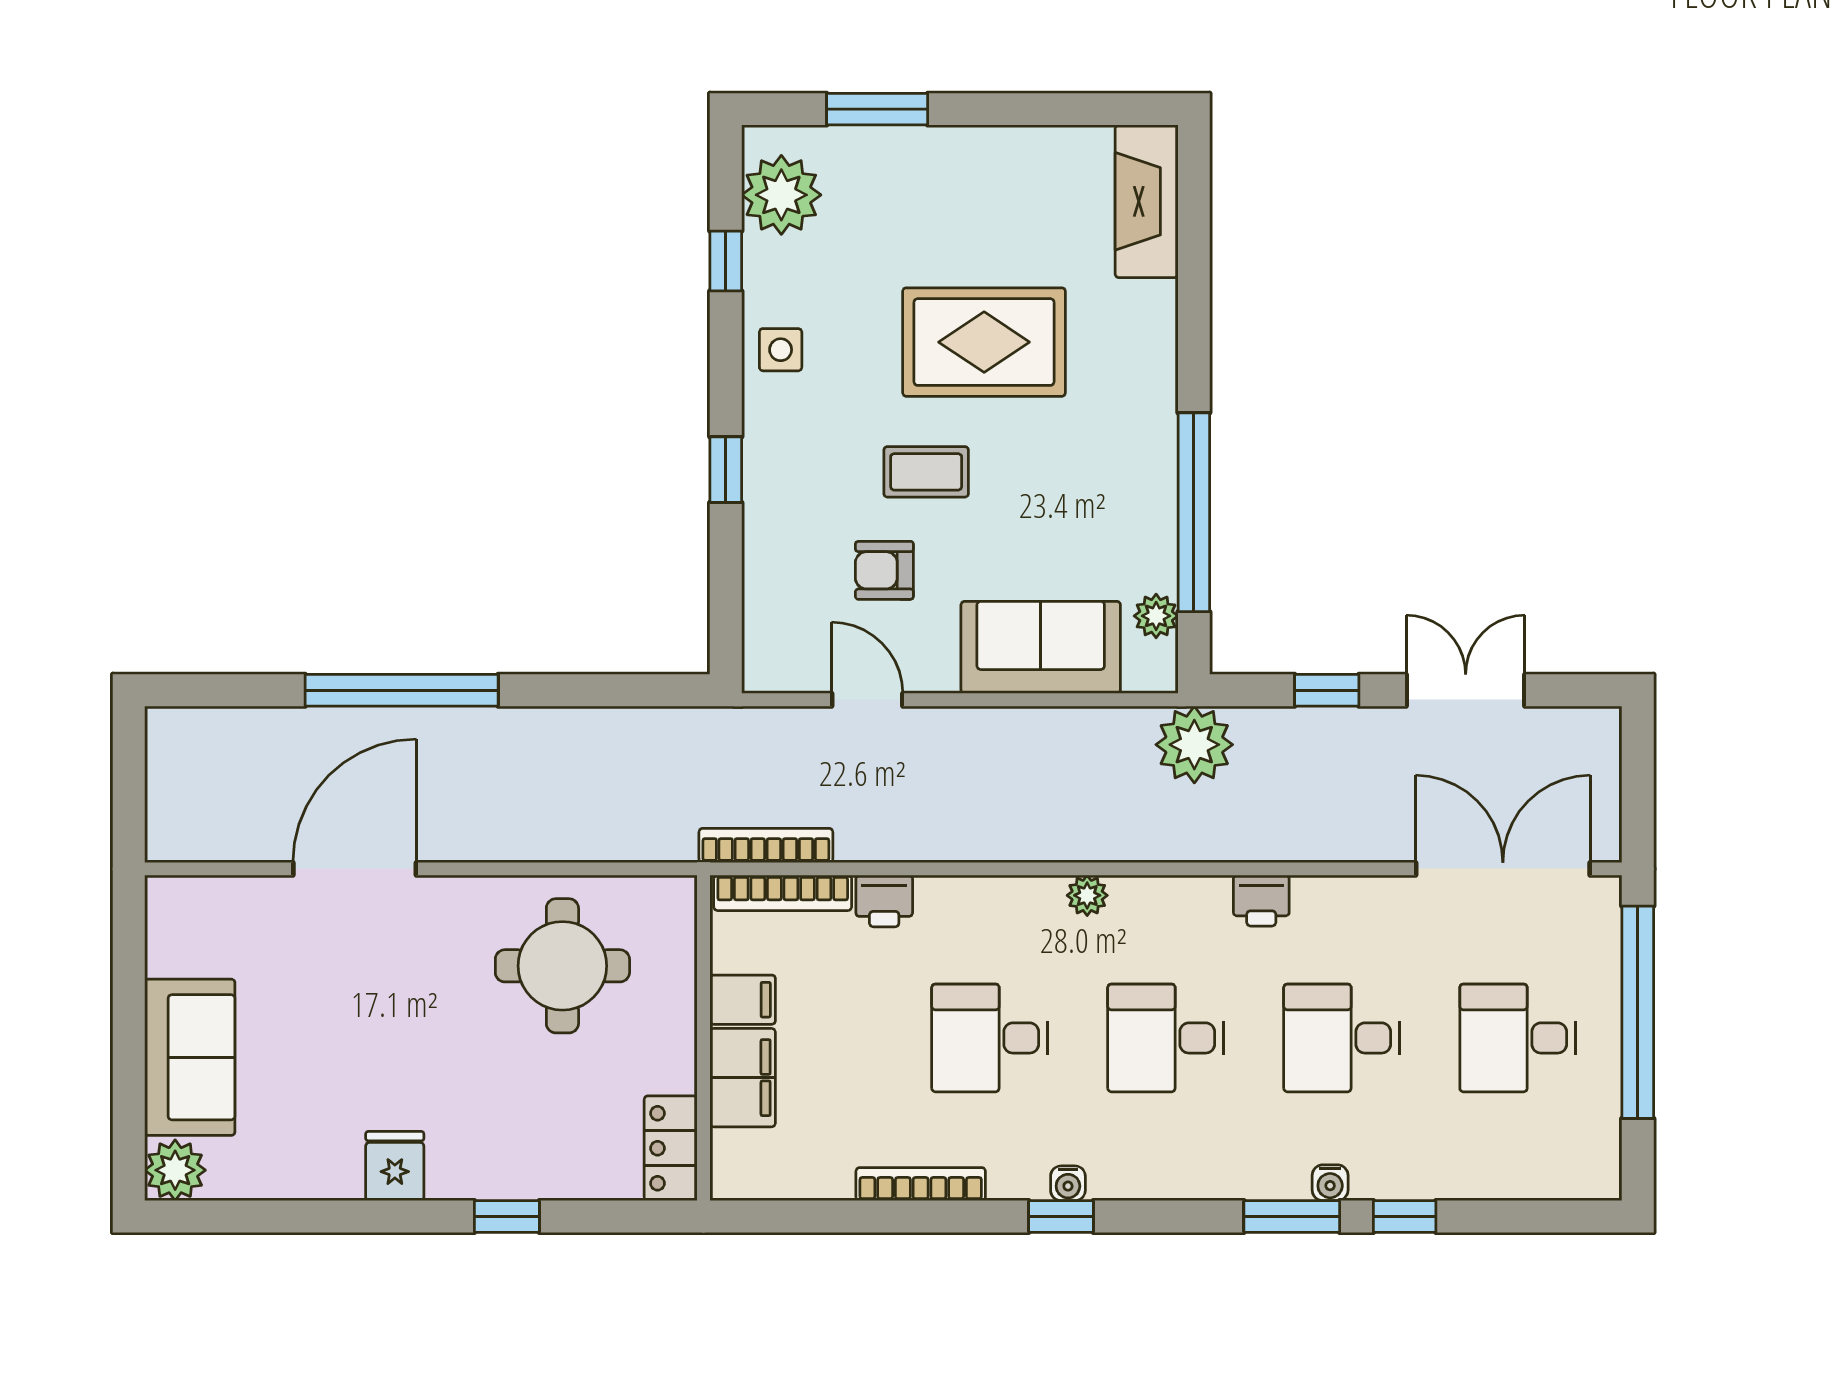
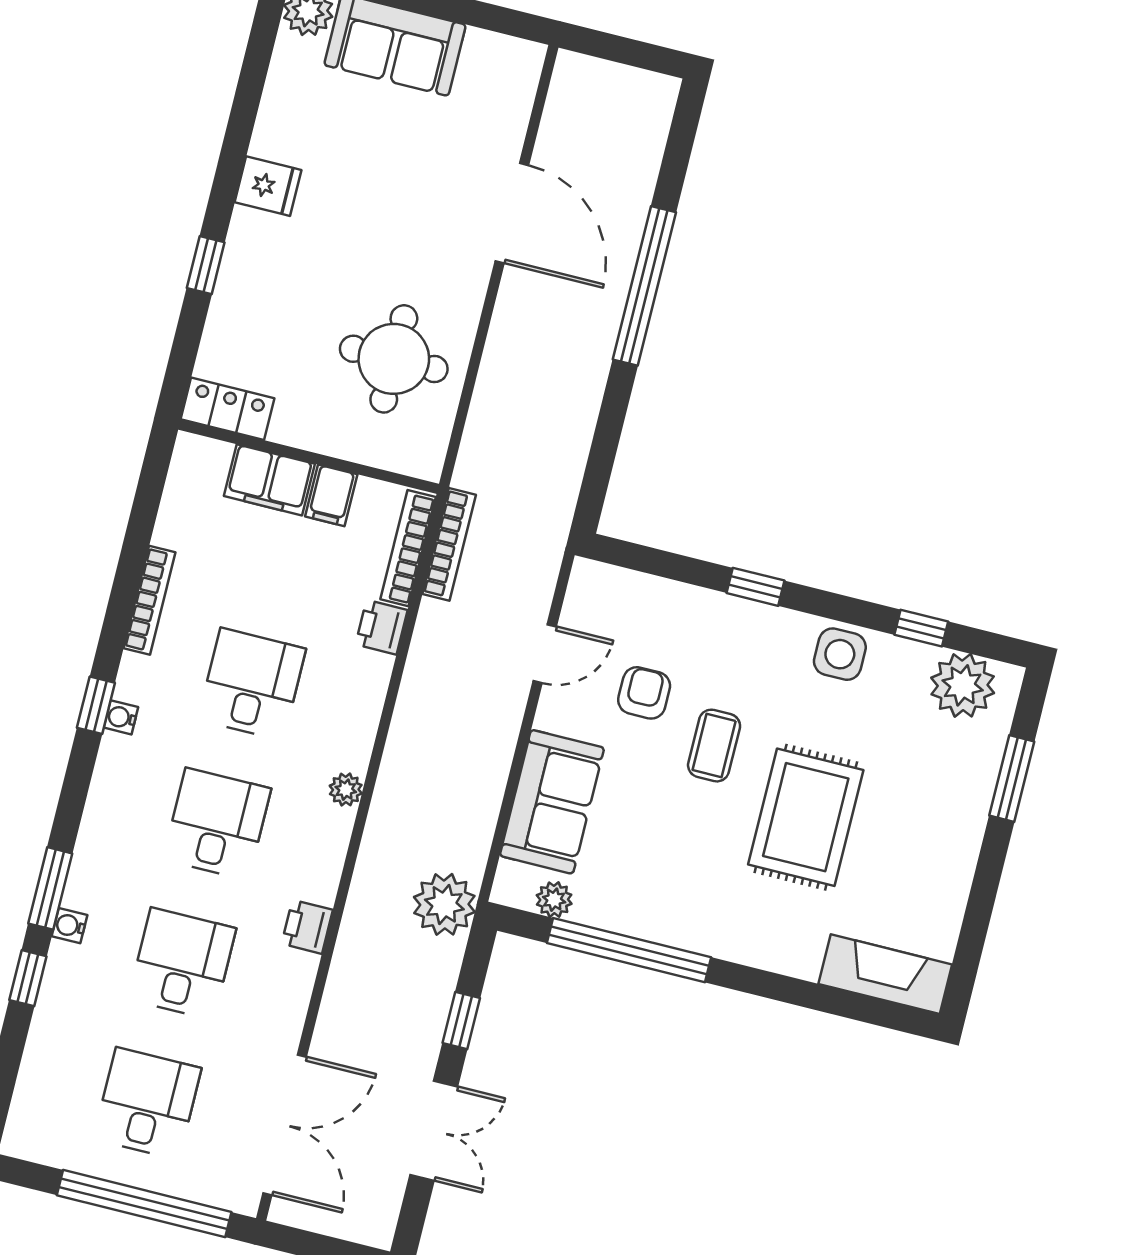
side table: (781, 350) -> (840, 654), width x1.37, depth x1.37

